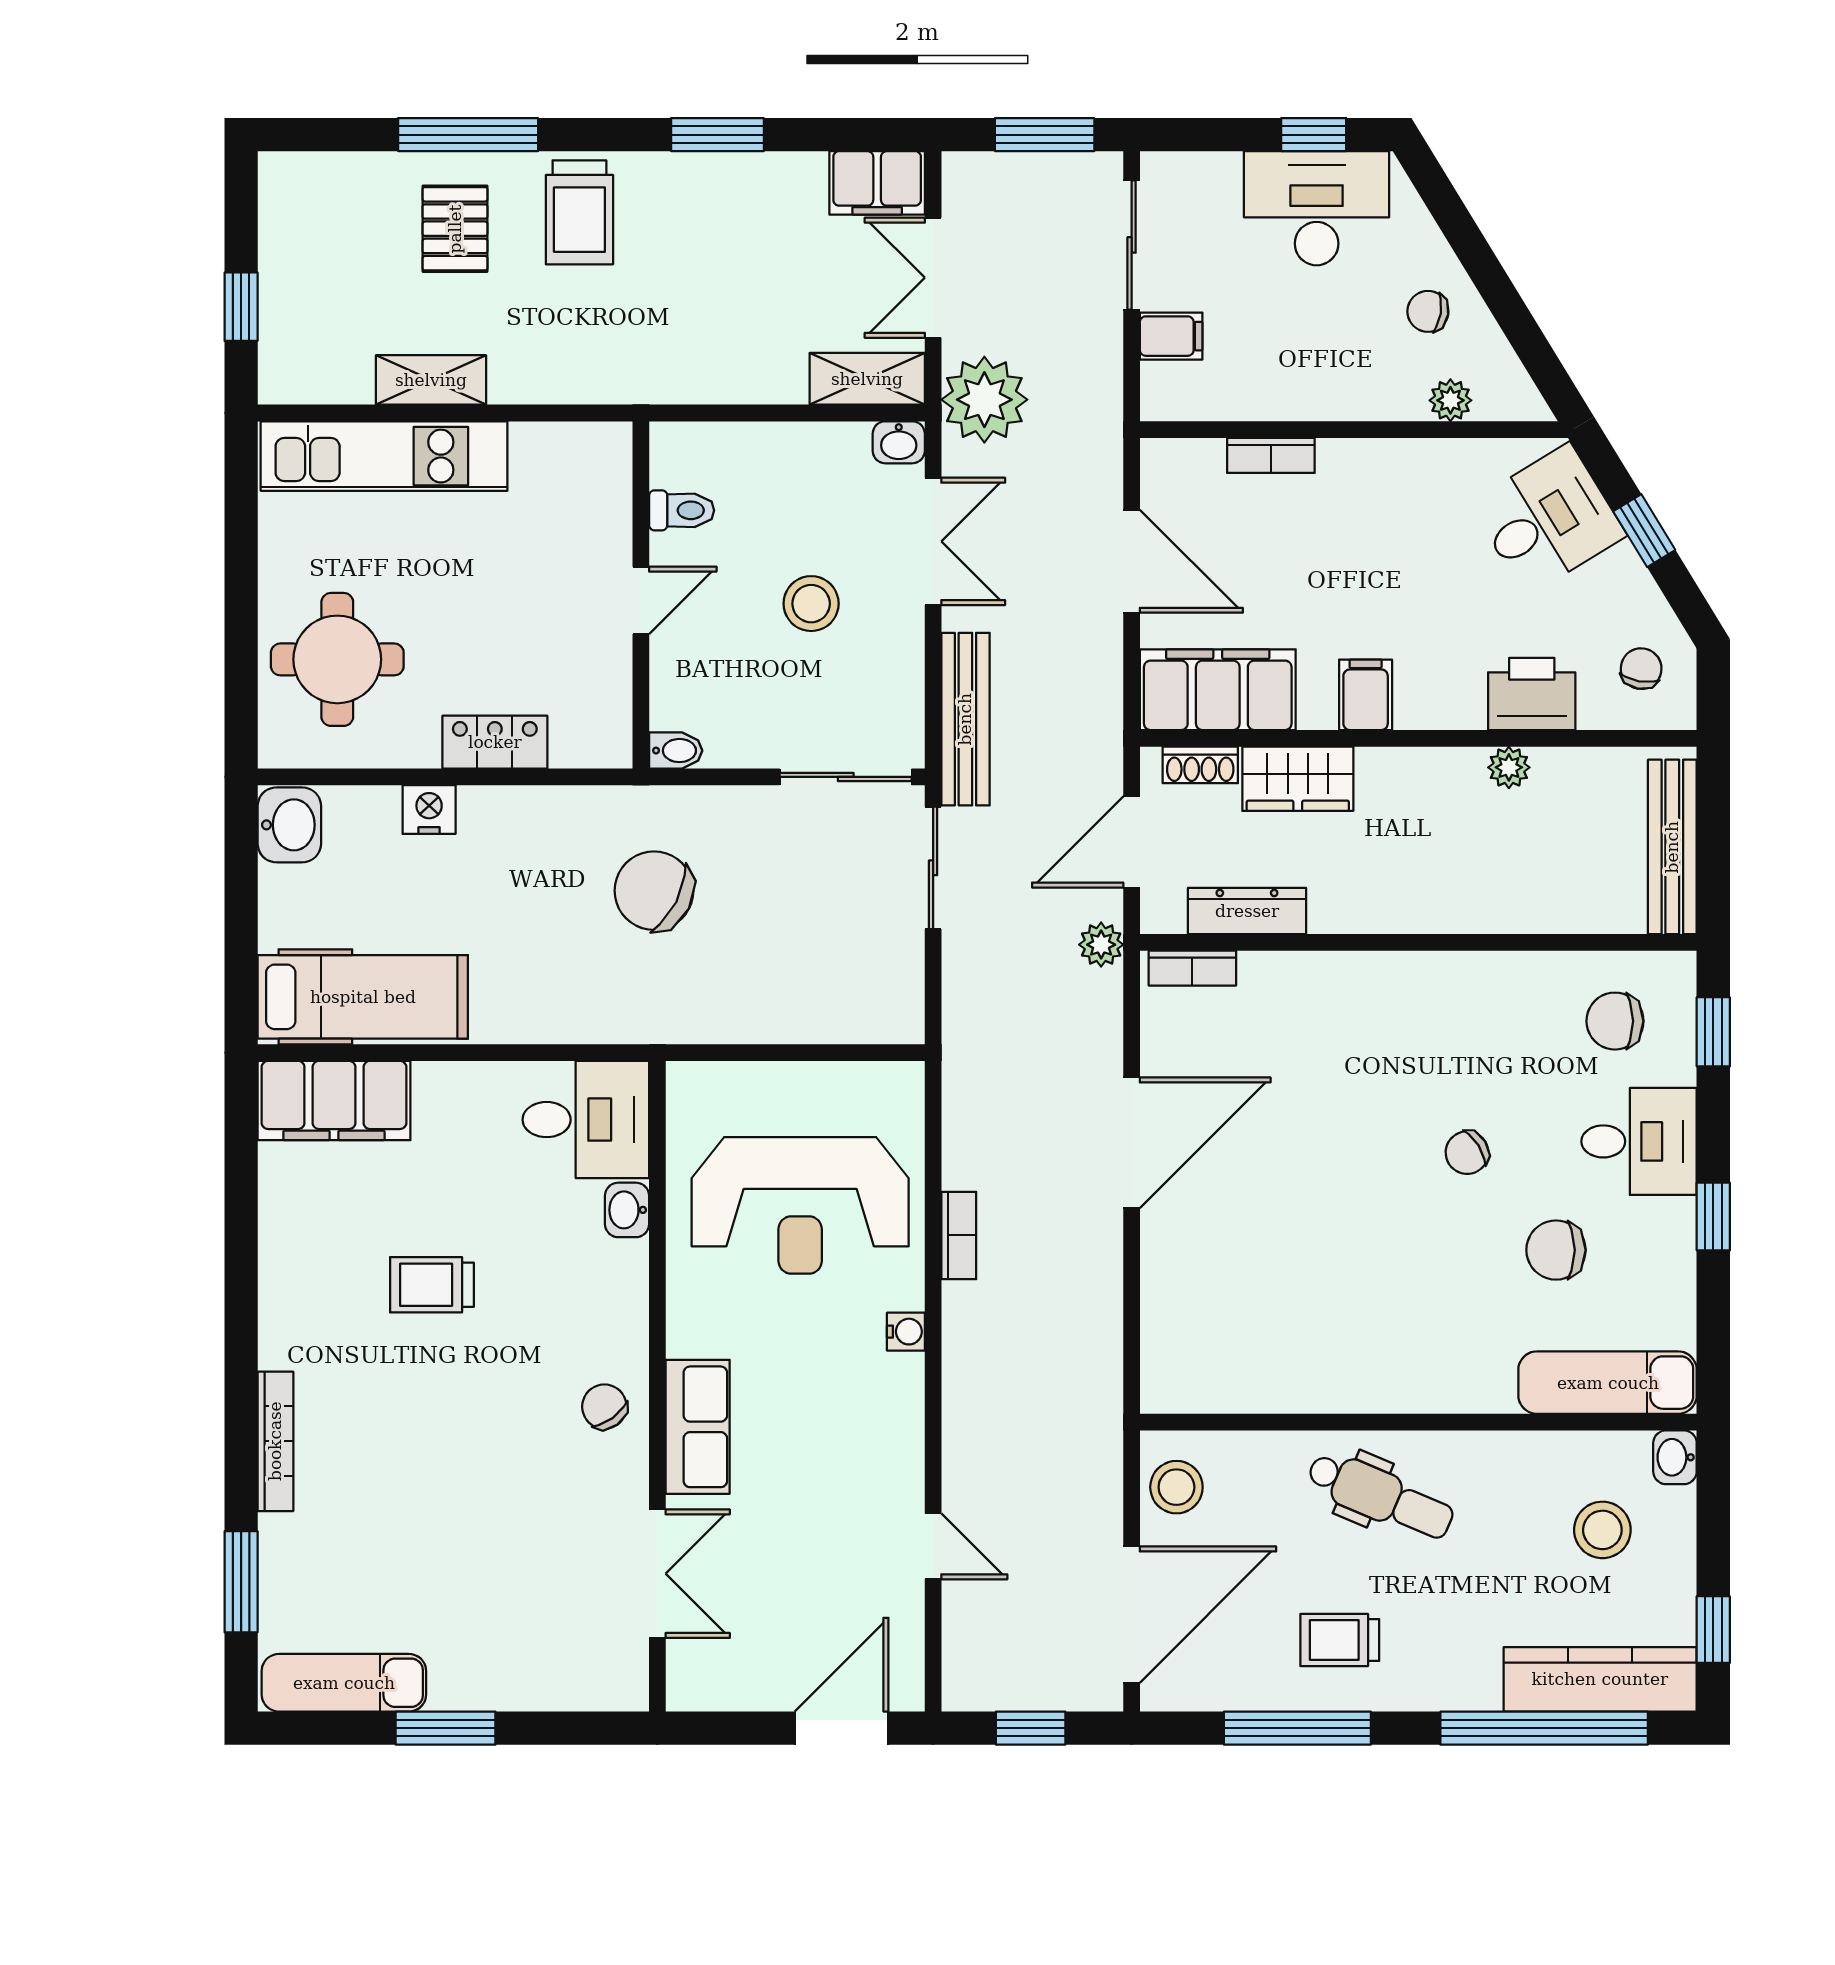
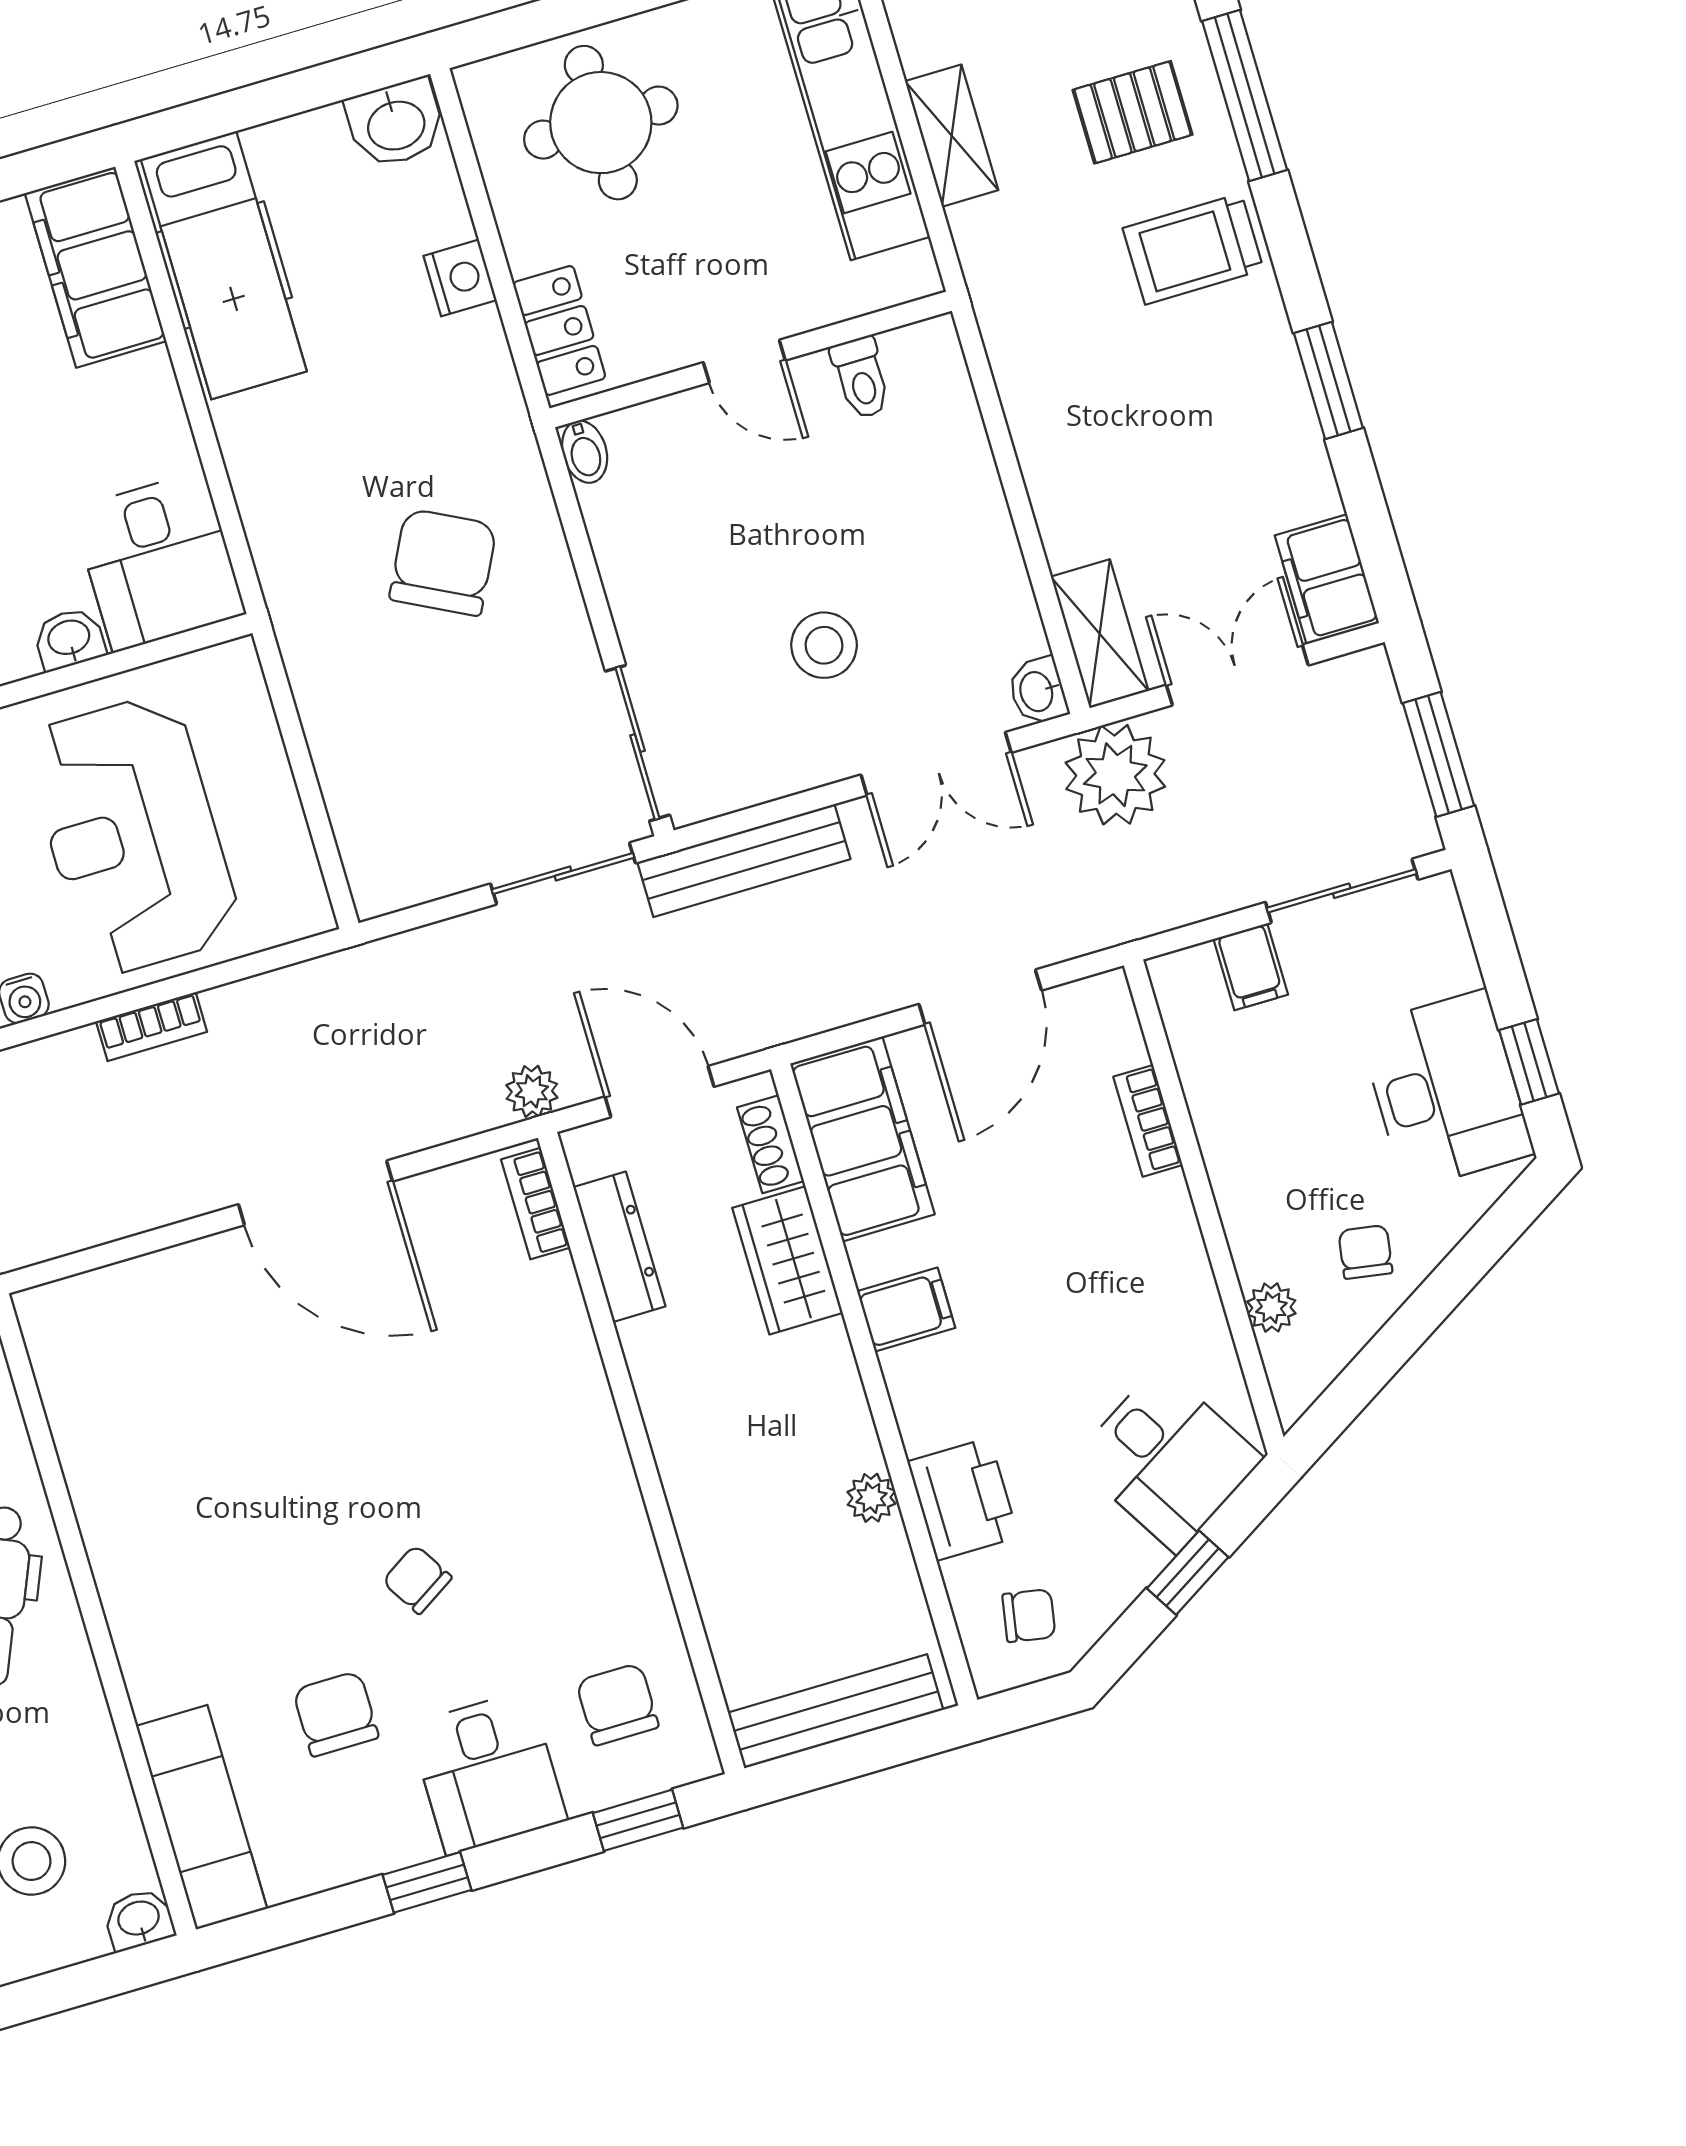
toilet: (682, 510) -> (861, 378), moved
wall: (641, 595) -> (751, 360), moved
door: (641, 600) -> (744, 361), moved
bidet: (676, 751) -> (585, 452), moved

